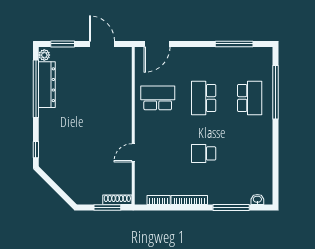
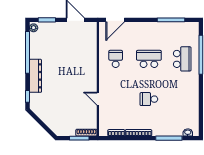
dresser: (47, 85) -> (35, 76), moved
school desk: (158, 98) -> (116, 59), width x0.54
school desk: (204, 98) -> (149, 59), turned 90
door: (133, 153) -> (98, 99), hinge flipped

